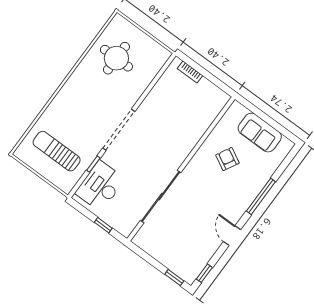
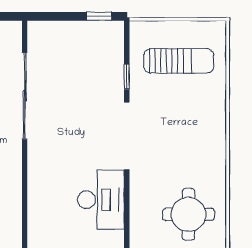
desk: (100, 186) -> (101, 200), moved
window: (103, 225) -> (99, 16), moved

